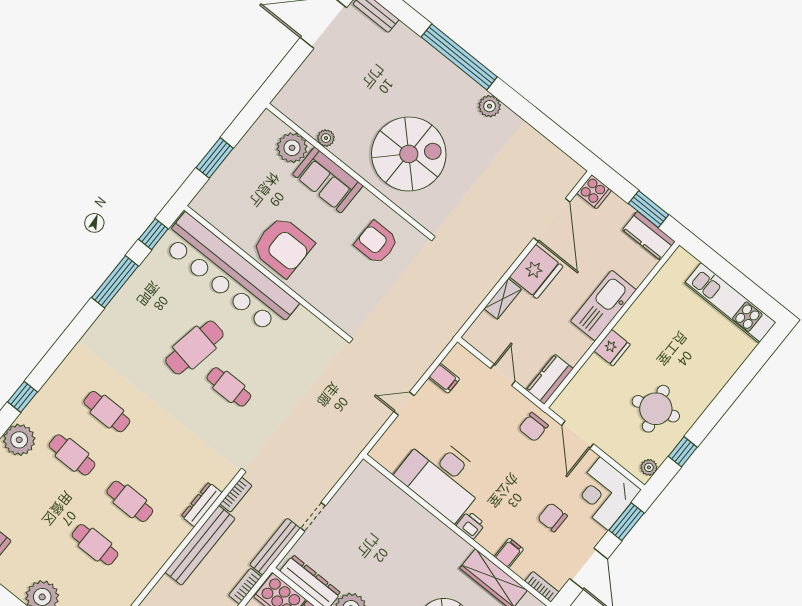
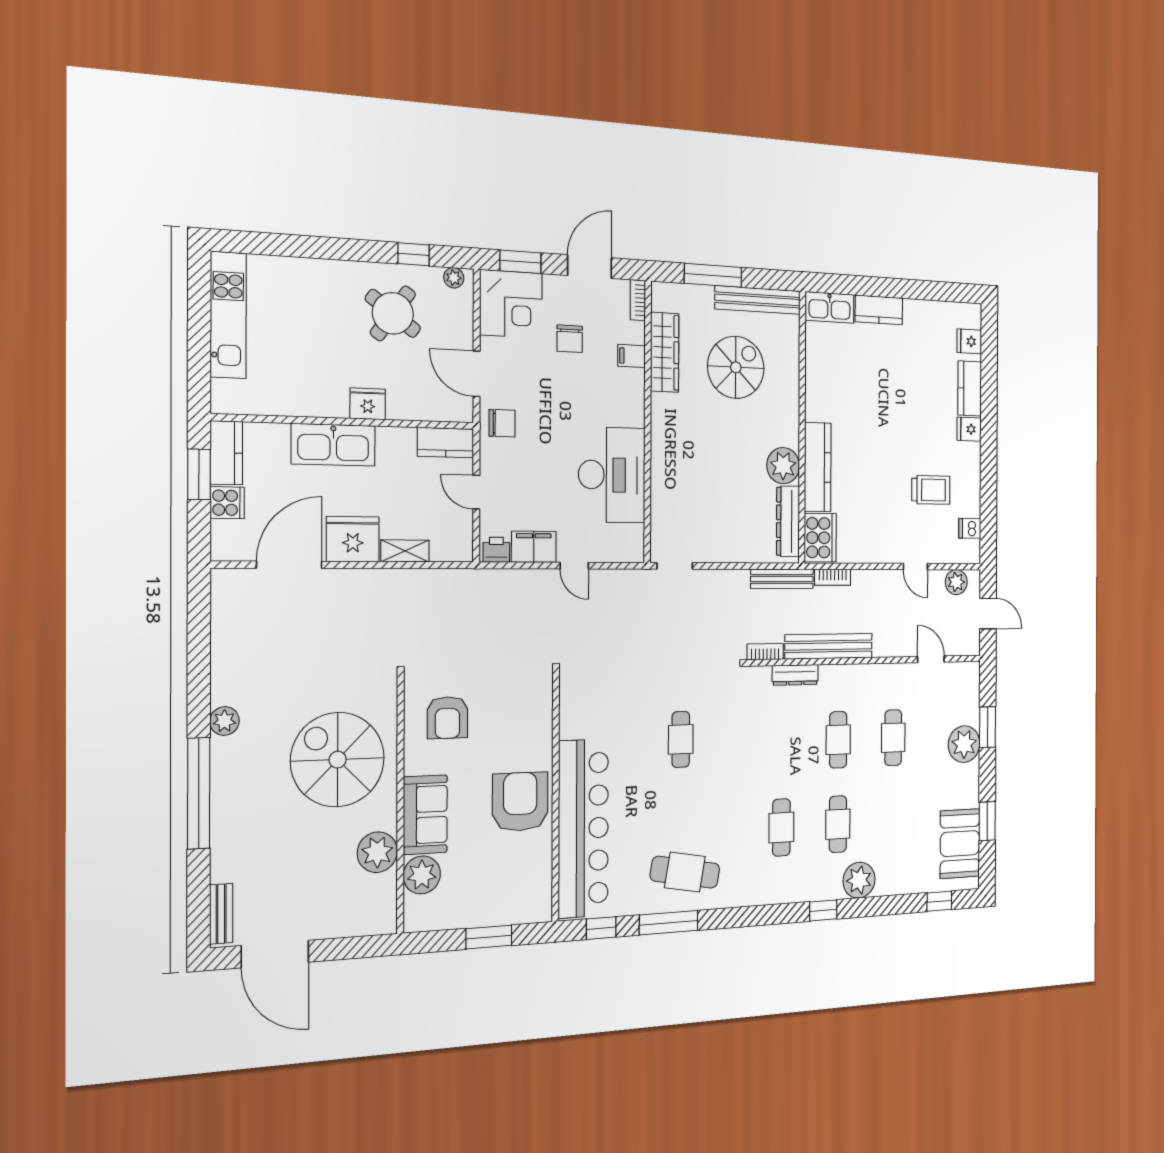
plant: (326, 138) -> (377, 852), width x1.87, depth x1.87
cooker: (594, 192) -> (227, 503), moved, turned 90
cafe table: (194, 348) -> (685, 872), moved
door: (503, 375) -> (476, 492), hinge flipped
filing cabinet: (444, 378) -> (534, 547), width x2.00
round table: (656, 409) -> (393, 313), turned -38
door: (577, 435) -> (477, 374), swing flipped
doorway: (313, 517) -> (675, 566), moved
printer: (471, 525) -> (496, 550), moved, turned 90

